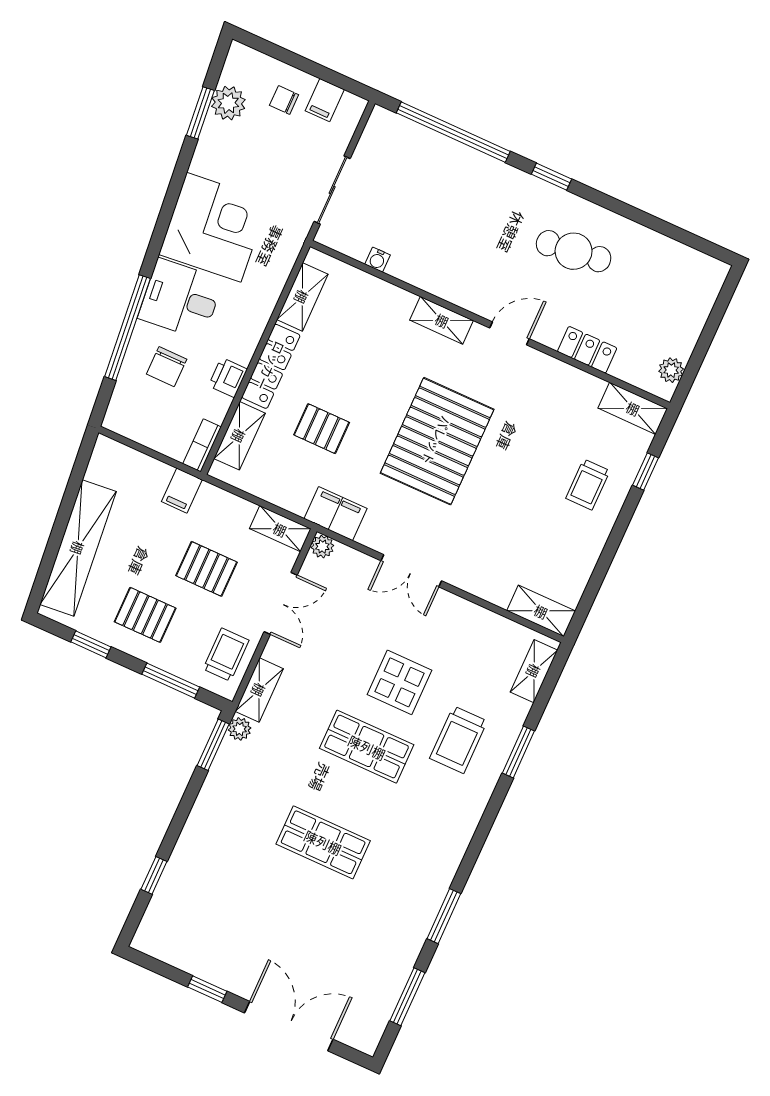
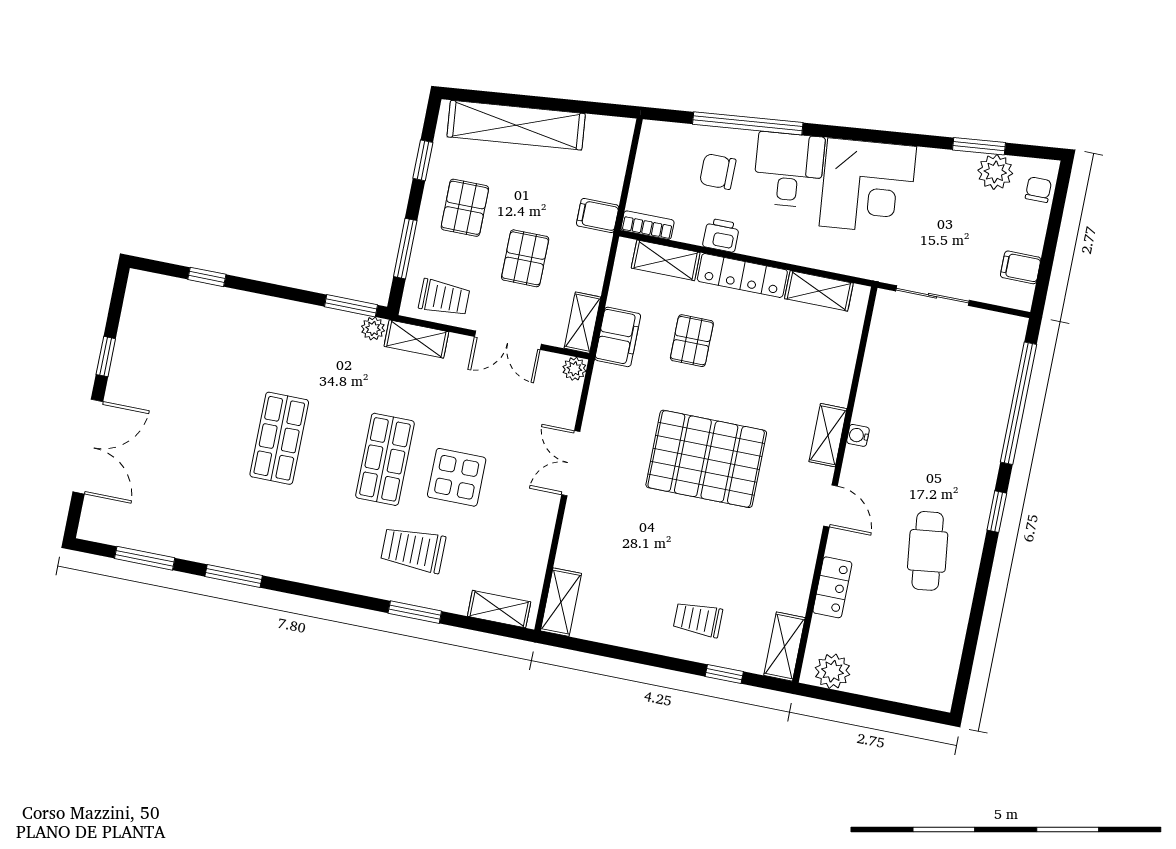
chair: (284, 100) -> (1038, 190), moved
water cooler: (378, 260) -> (858, 435), moved
plant: (671, 370) -> (833, 671), width x1.38, depth x1.38
filing cabinet: (335, 514) -> (618, 337), moved

